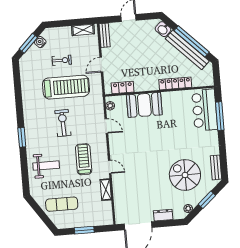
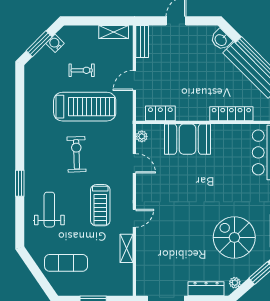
window: (22, 137) -> (20, 183), moved
treadmill: (84, 159) -> (100, 205), turned 180
weight bench: (46, 166) -> (49, 210), turned -90
door: (110, 167) -> (134, 218), hinge flipped
dresser: (163, 215) -> (206, 289), width x1.44

